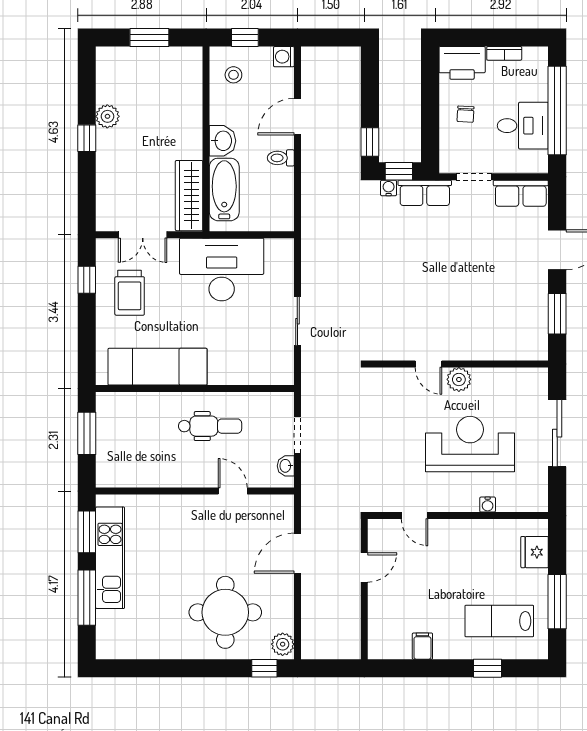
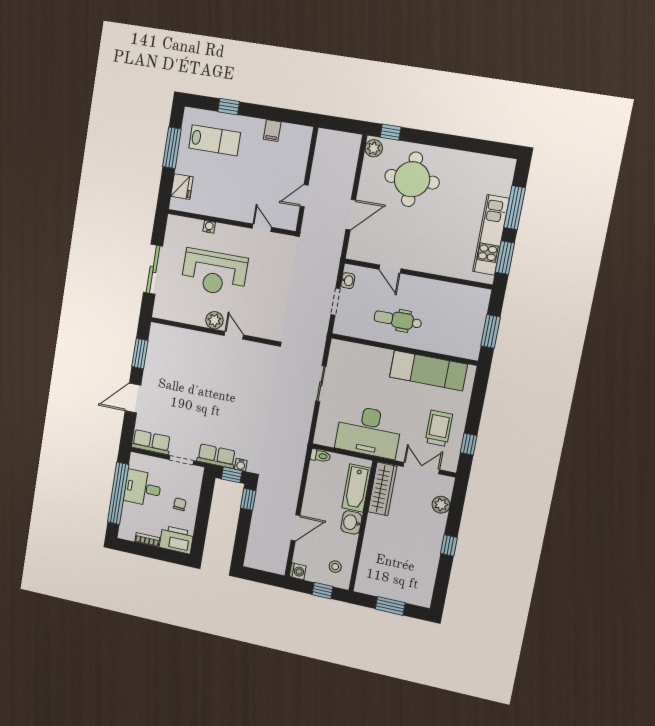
plant: (107, 116) -> (441, 505), moved
toilet: (281, 158) -> (320, 456), moved

